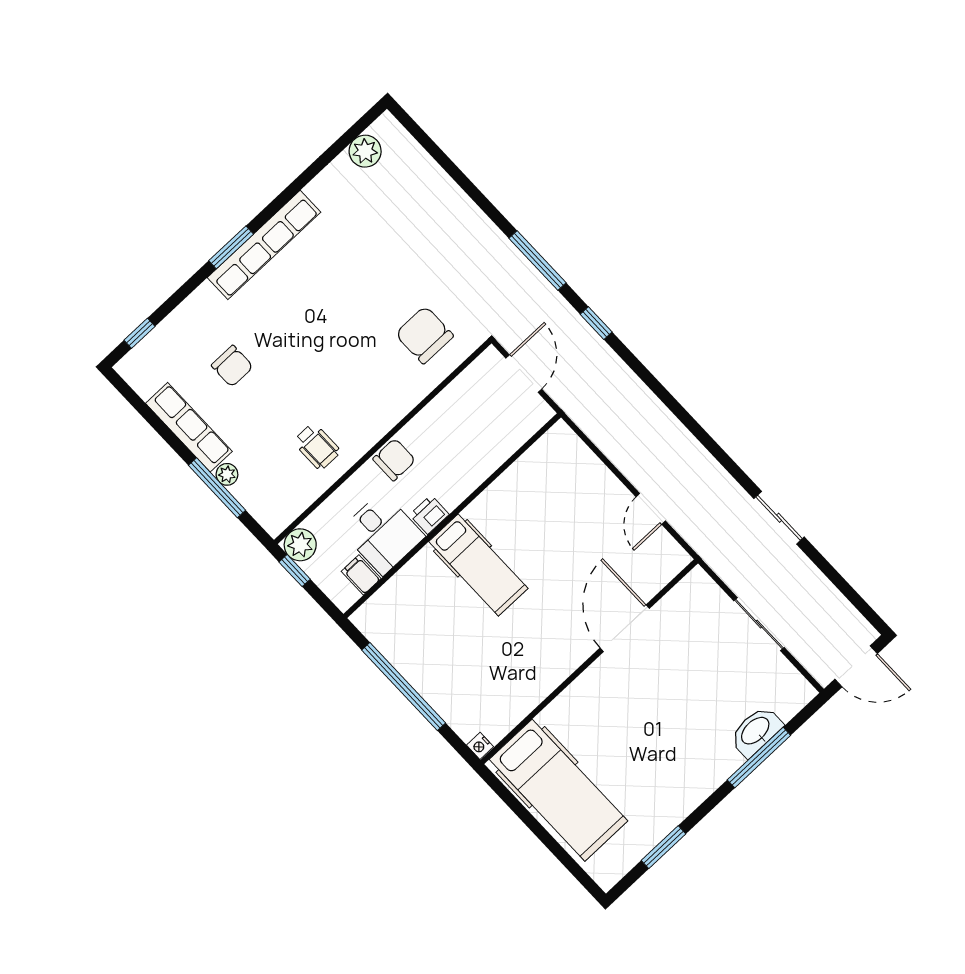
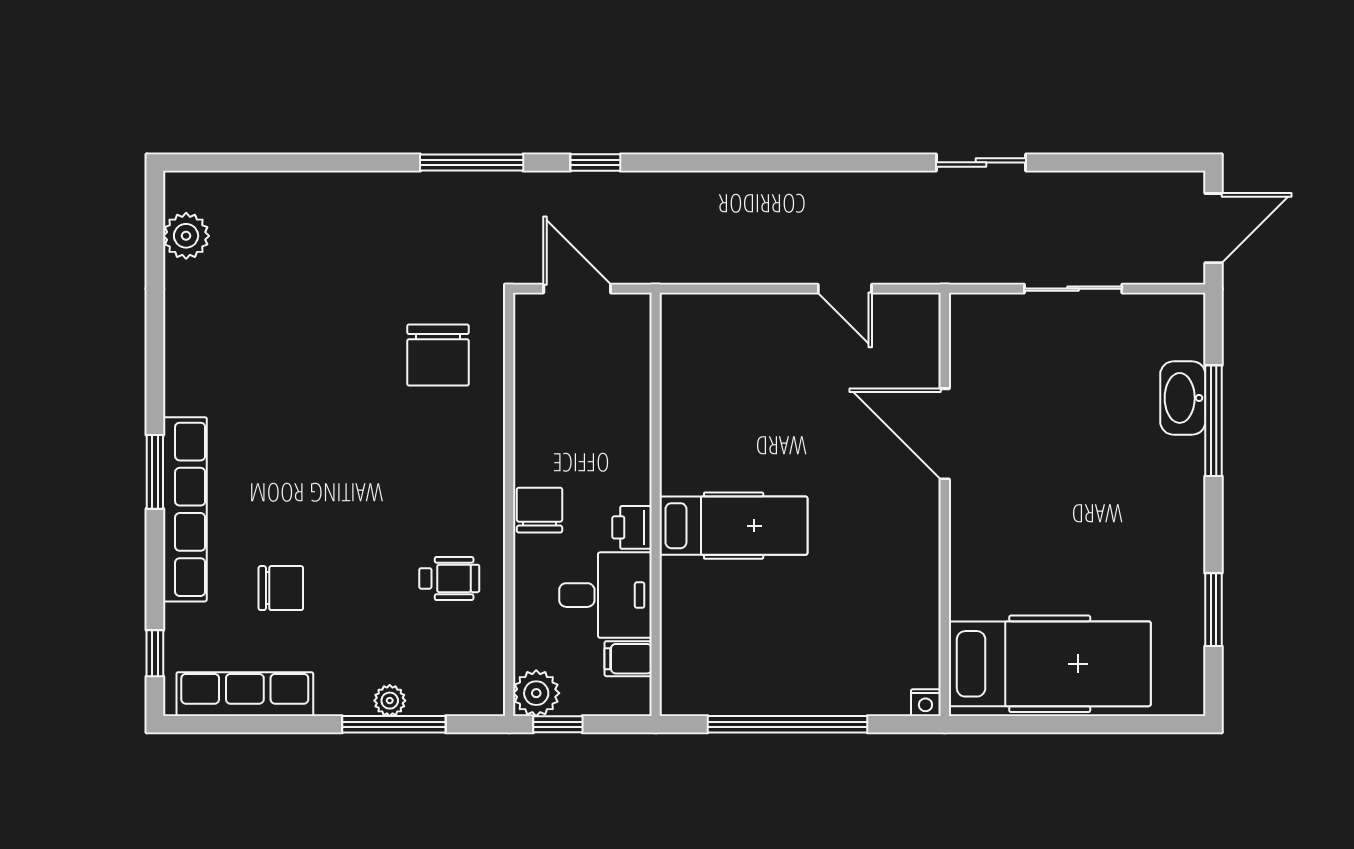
row of seats: (264, 245) -> (185, 509), moved
chair: (424, 335) -> (438, 355), turned -90
row of seats: (189, 427) -> (245, 694), moved

